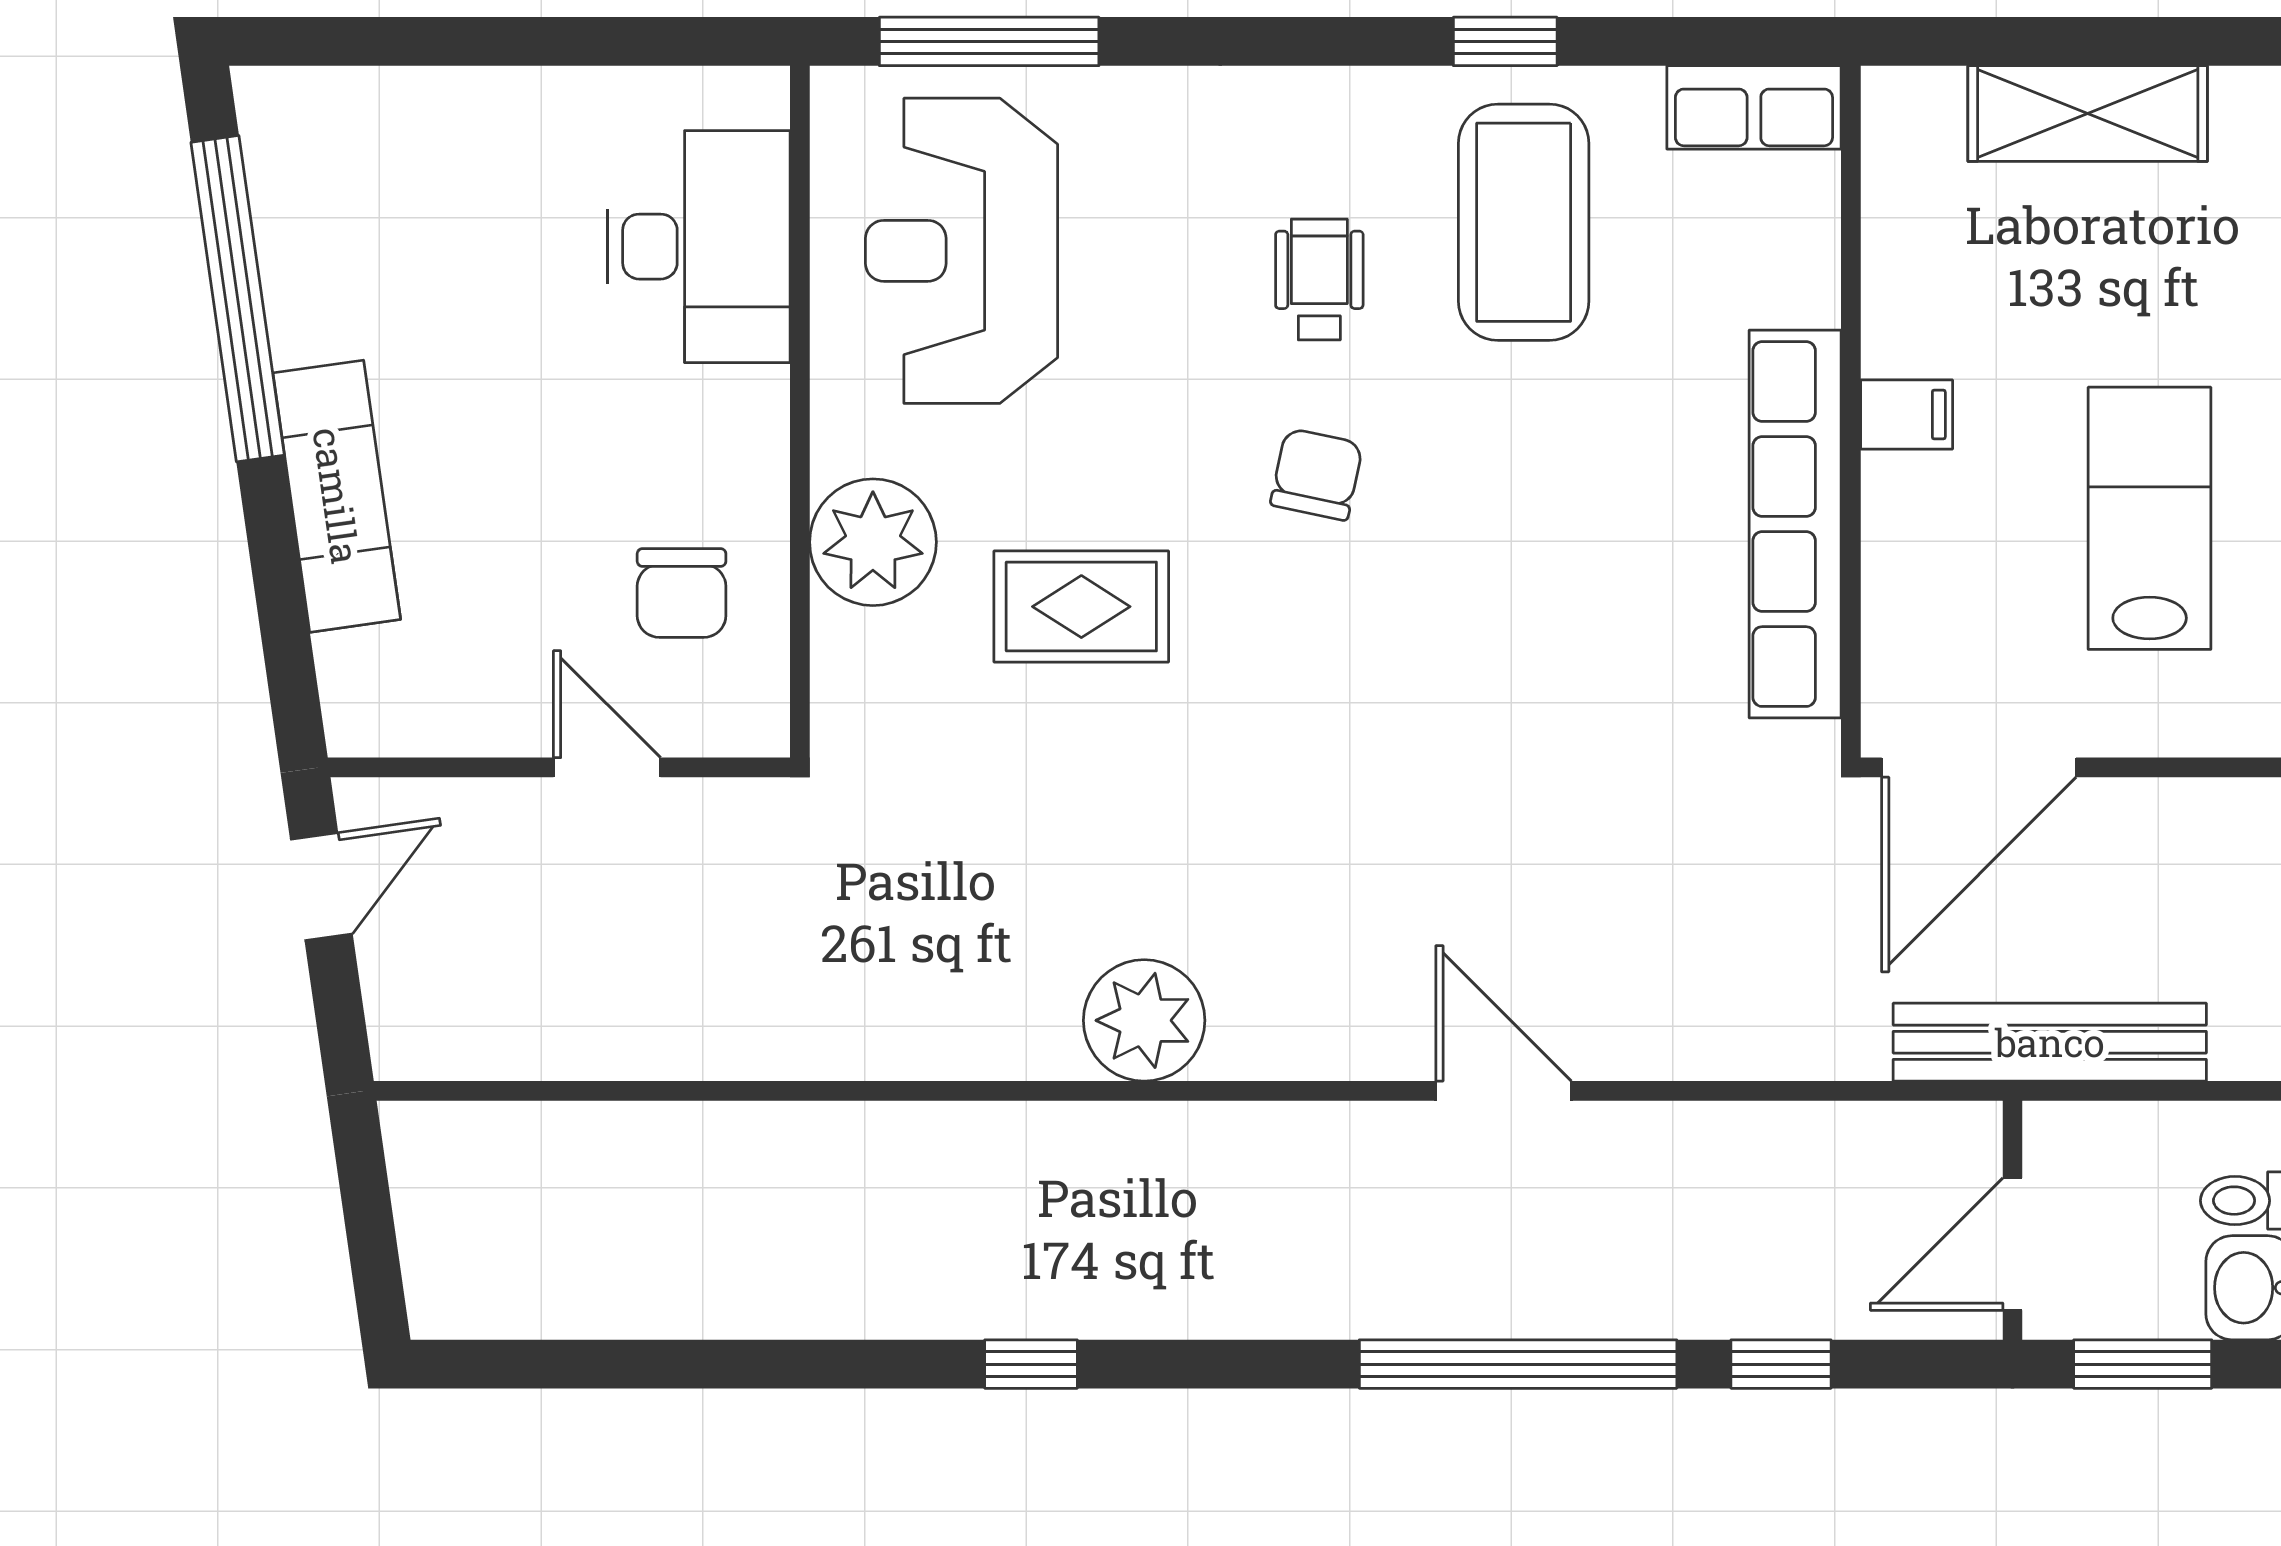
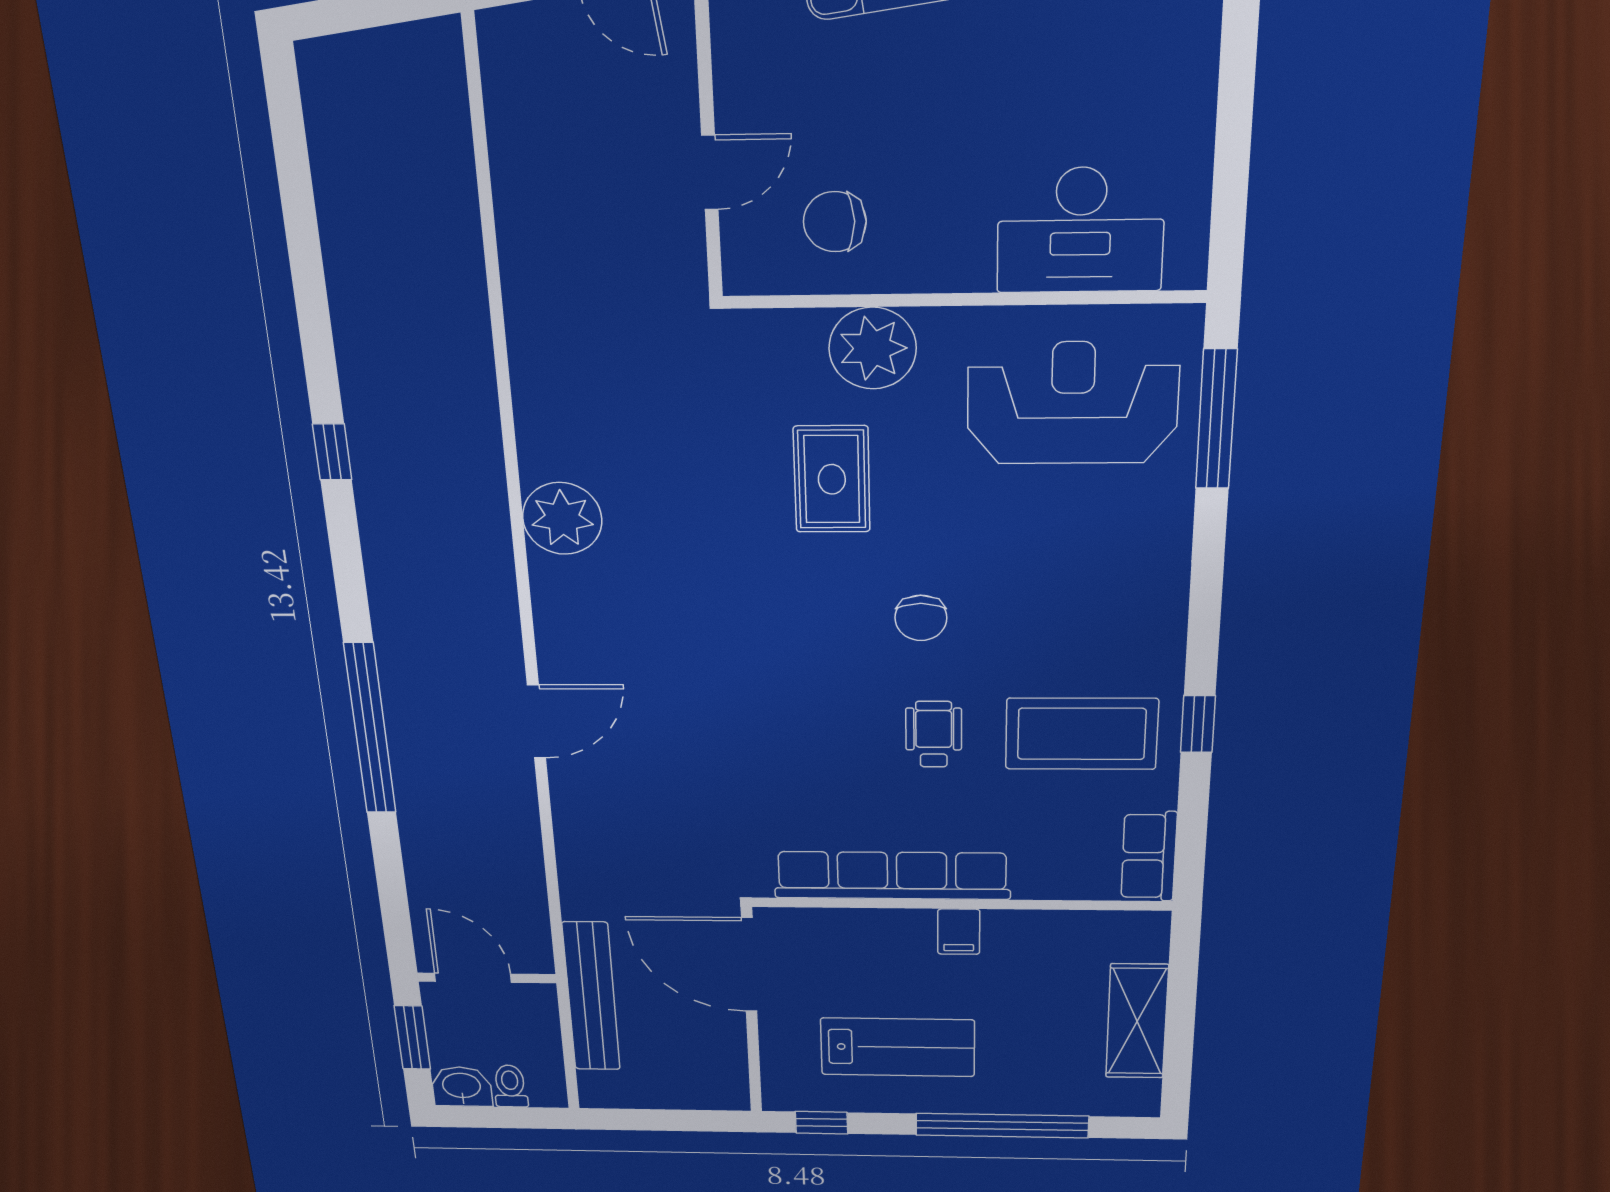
wheelchair: (1319, 279) -> (934, 734), moved, turned -90
chair: (1317, 474) -> (921, 618), turned 78
window: (1781, 1364) -> (389, 865), removed

